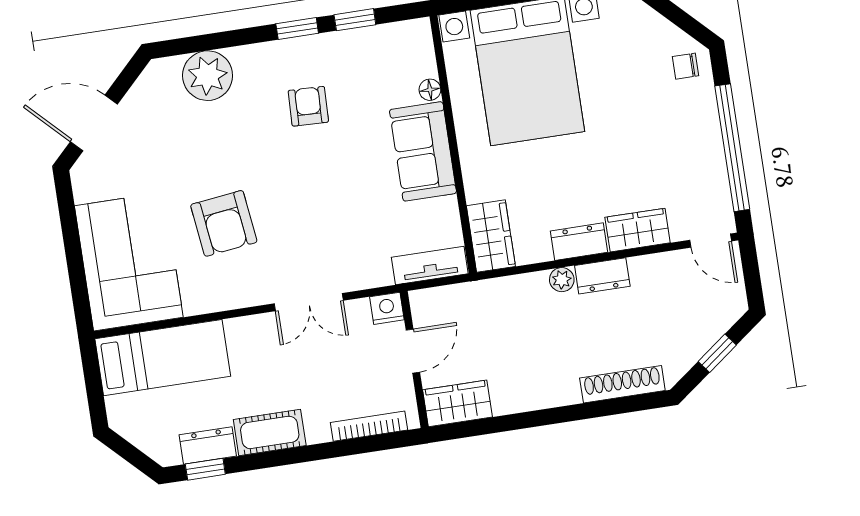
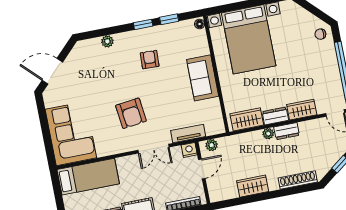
plant: (208, 76) -> (107, 41), width x0.53, depth x0.53
floor lamp: (430, 90) -> (200, 24), moved
armchair: (224, 223) -> (131, 113), moved
wardrobe: (491, 236) -> (247, 119), moved, turned -90
tv unit: (430, 265) -> (188, 134), moved
plant: (436, 300) -> (212, 145), added
wardrobe: (458, 403) -> (253, 186), moved

